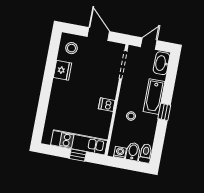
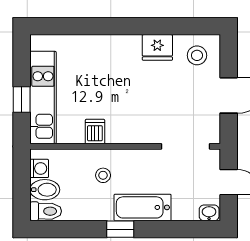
washbasin: (161, 63) -> (209, 213), width x0.52, depth x0.69
dishwasher: (107, 105) -> (95, 132), moved

